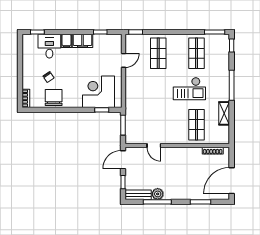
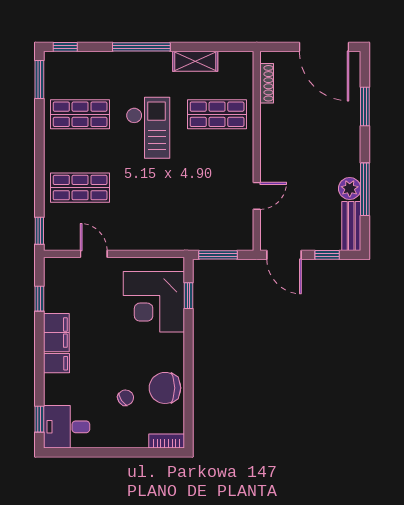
desk: (49, 46) -> (67, 427), moved

